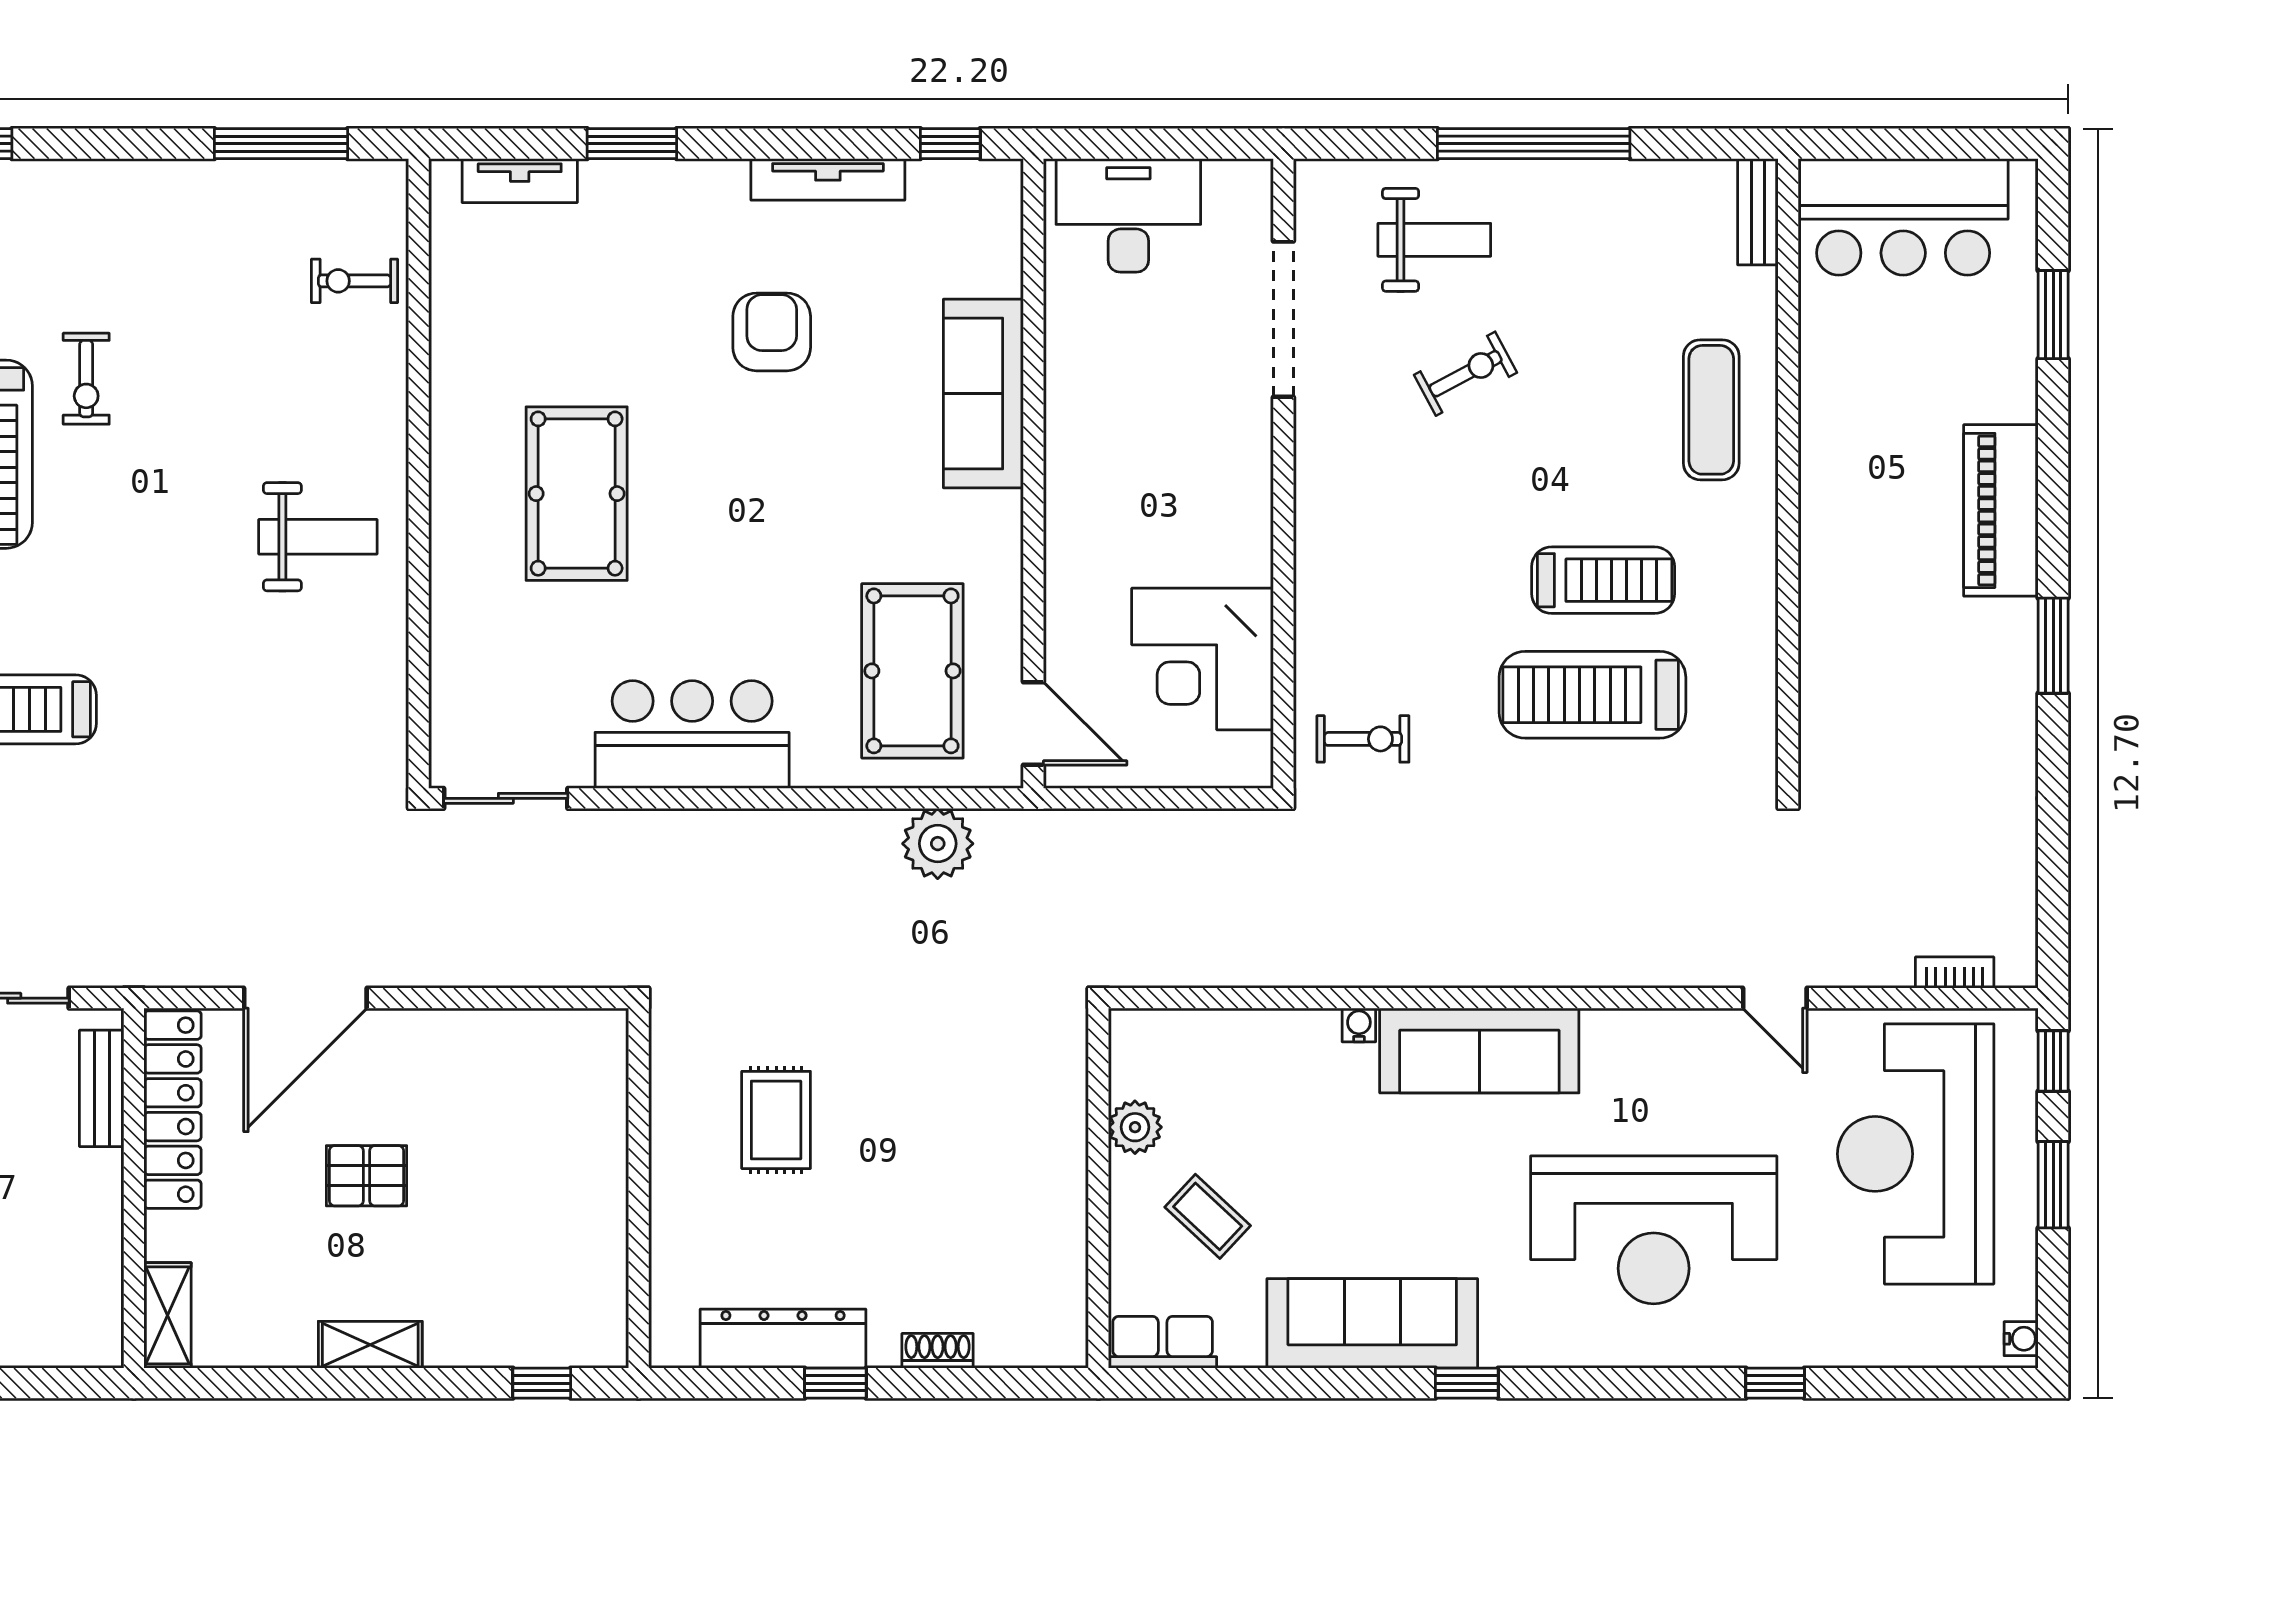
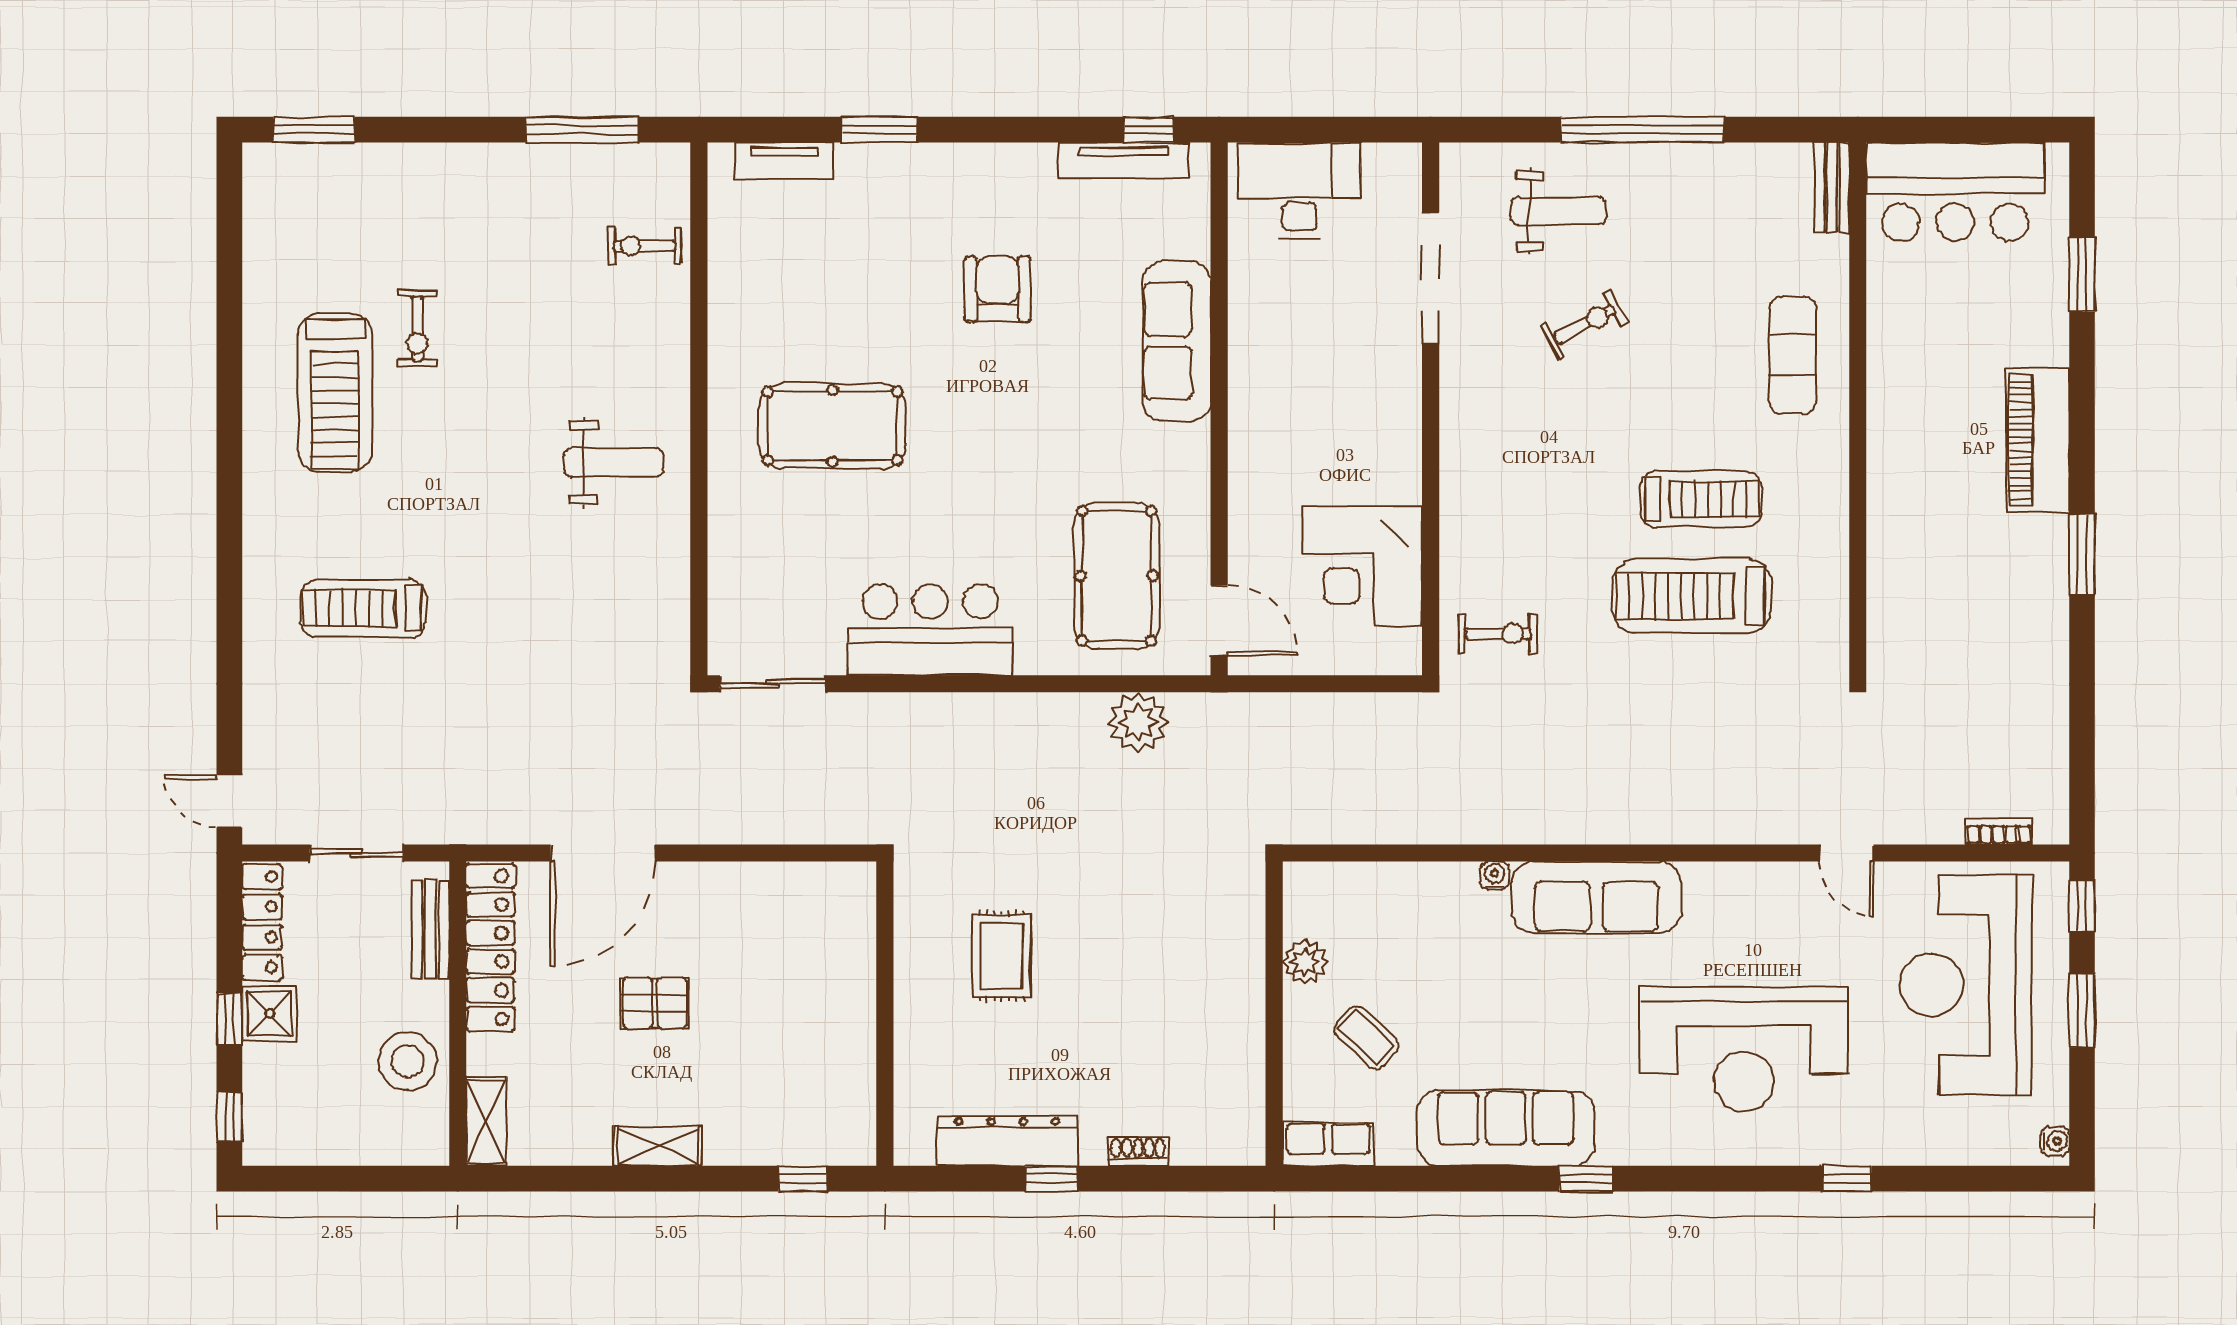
tv unit: (828, 179) -> (1124, 160), moved
pool table: (577, 494) -> (832, 426), turned 90
stool: (75, 1244) -> (408, 1061), added

